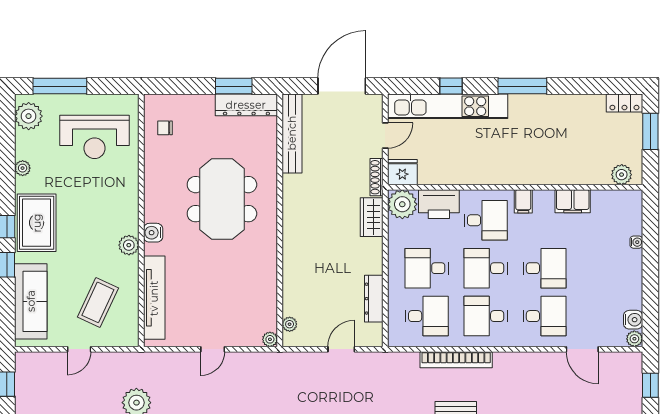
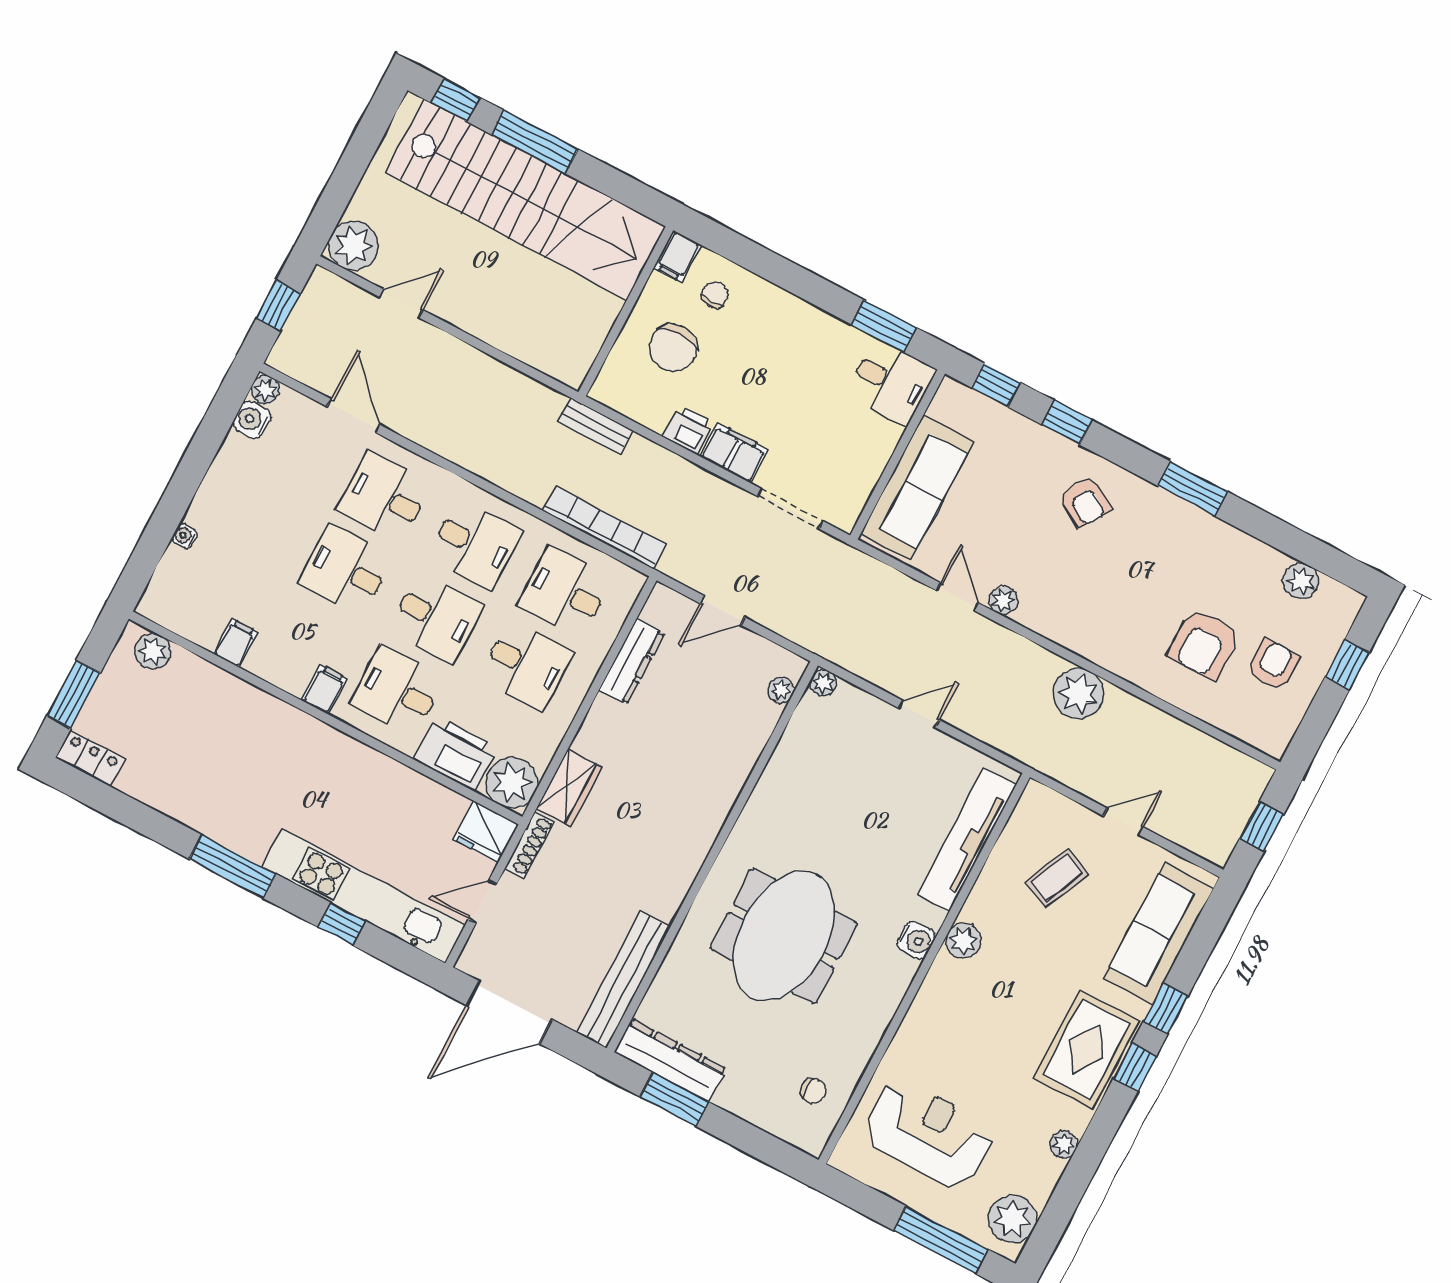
filing cabinet: (573, 201) -> (235, 643), width x0.50
coffee table: (98, 302) -> (1057, 878), width x0.73, depth x0.77
bookcase: (456, 360) -> (604, 527), moved

